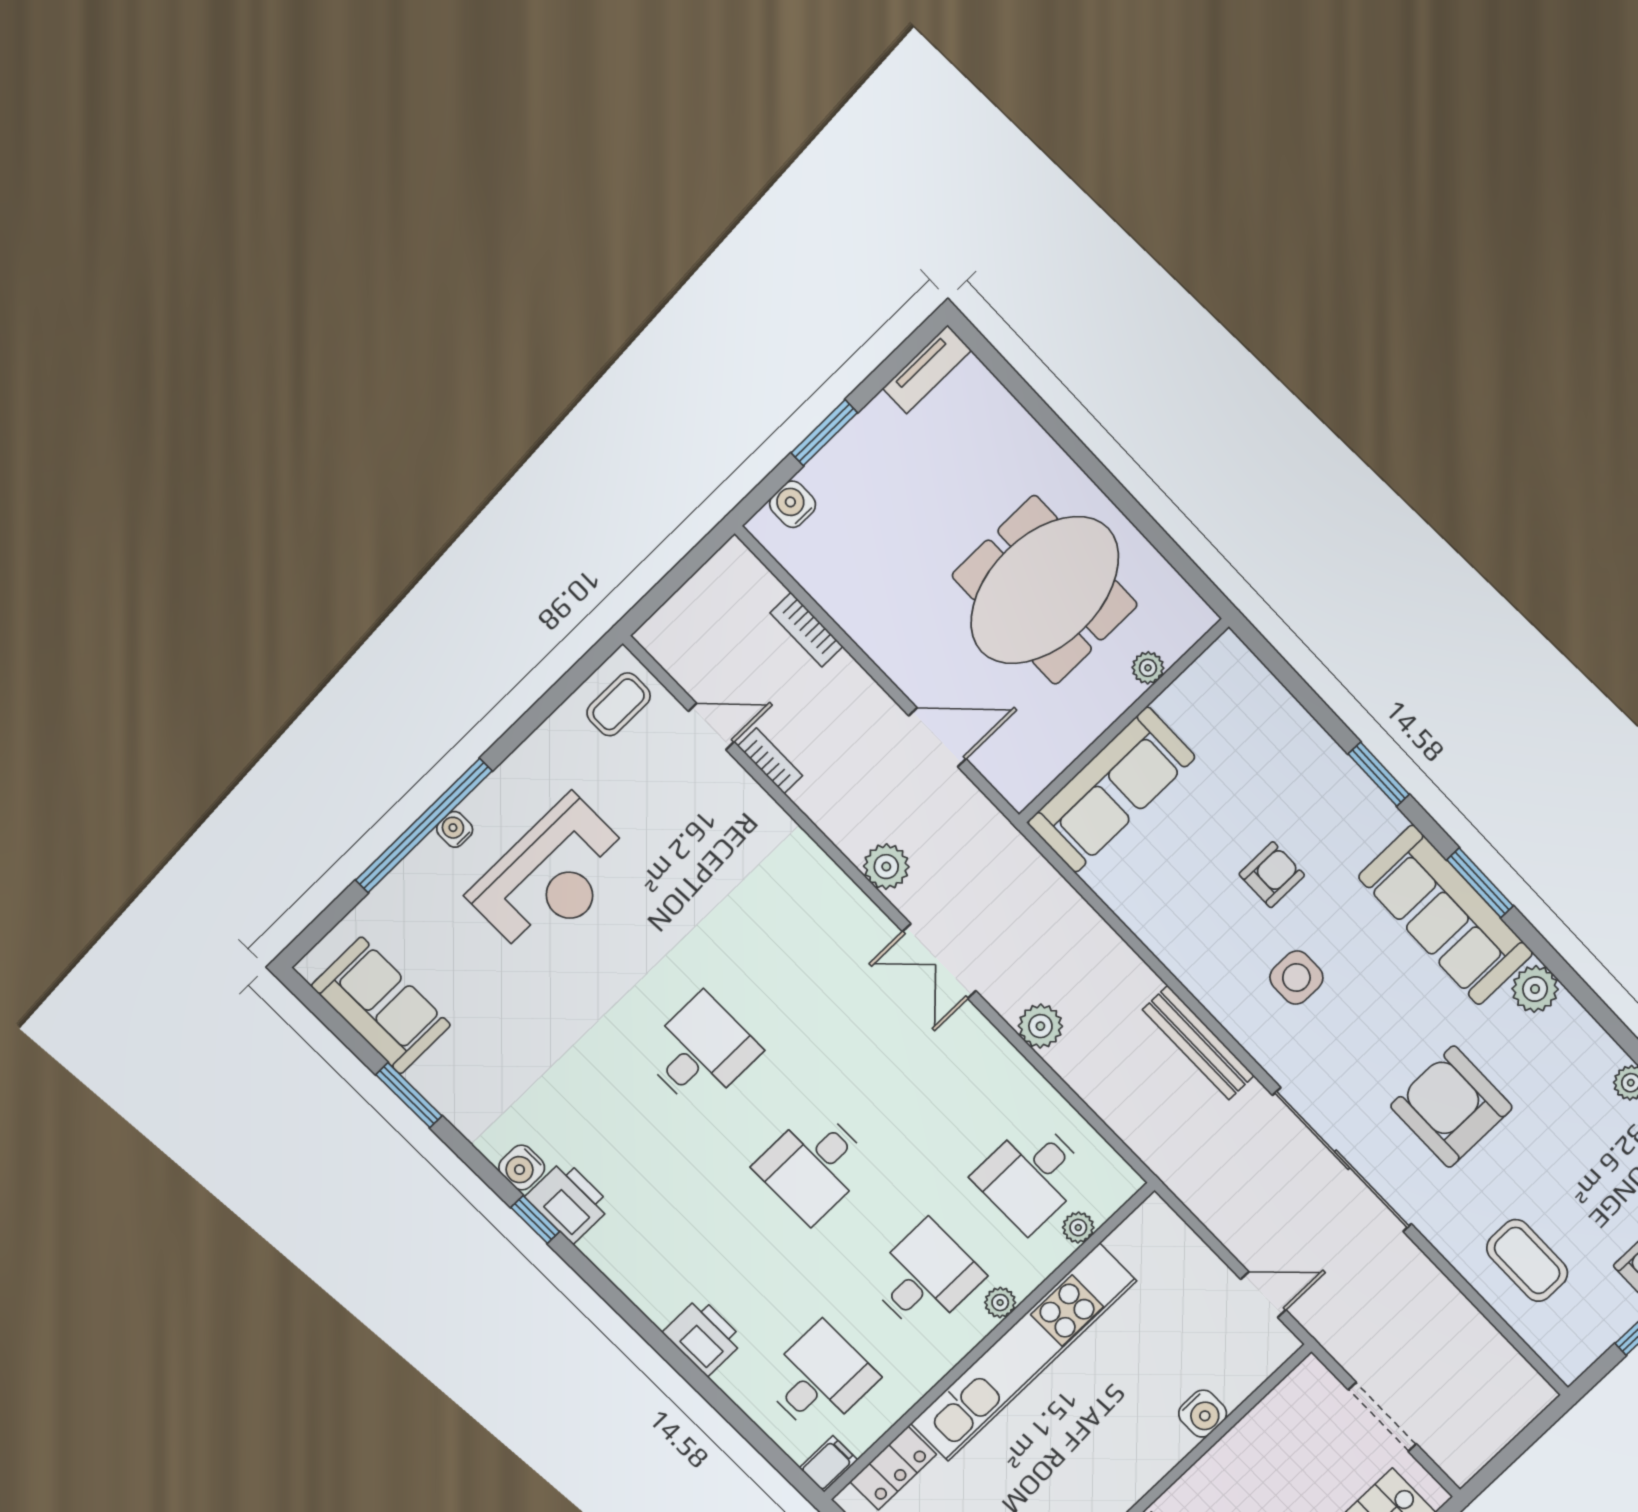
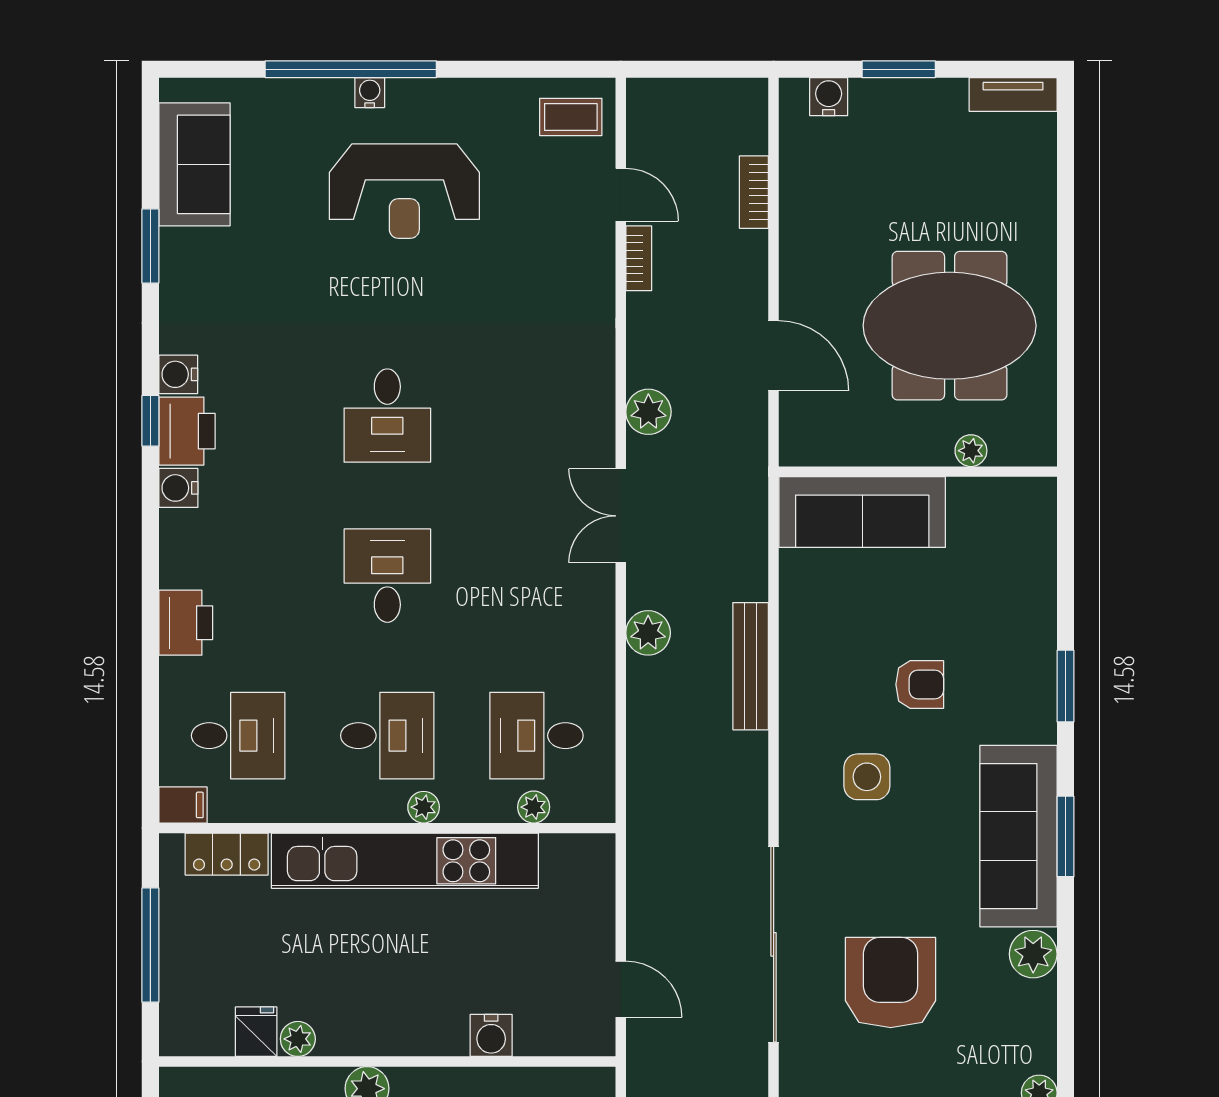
bench: (1198, 1043) -> (751, 666), moved
desk: (701, 1052) -> (387, 416), turned 90
desk: (814, 1165) -> (387, 576), turned 90
water cooler: (603, 1248) -> (178, 488), added

